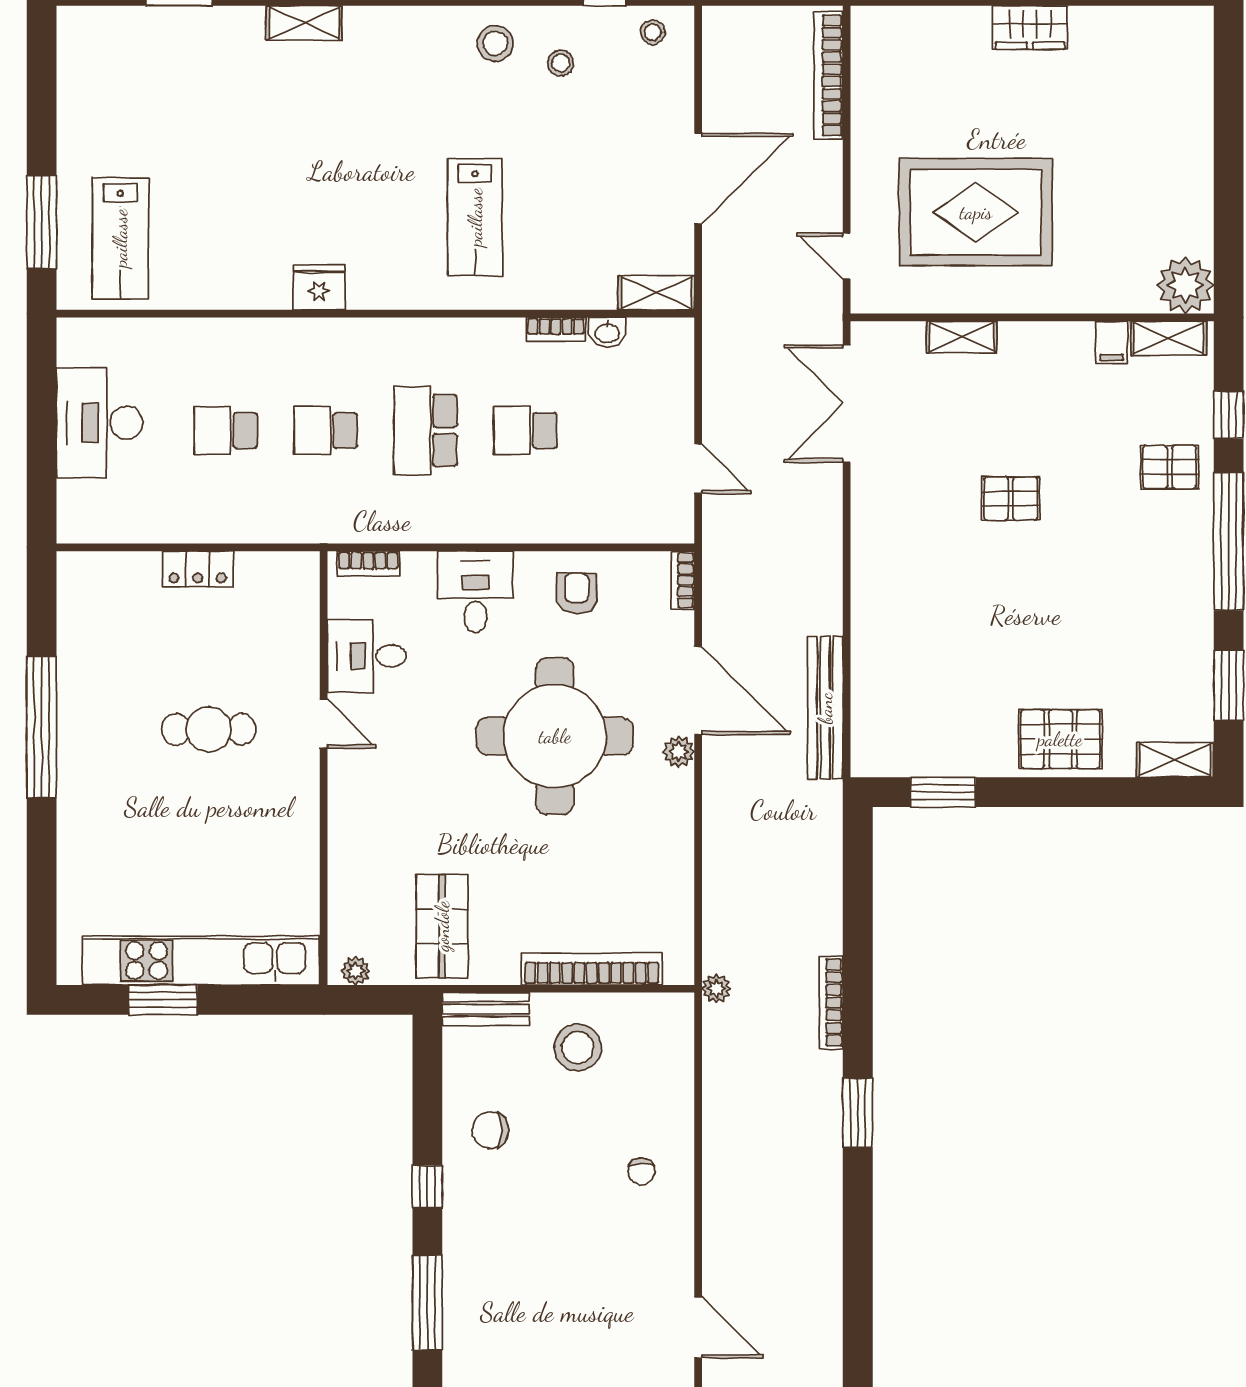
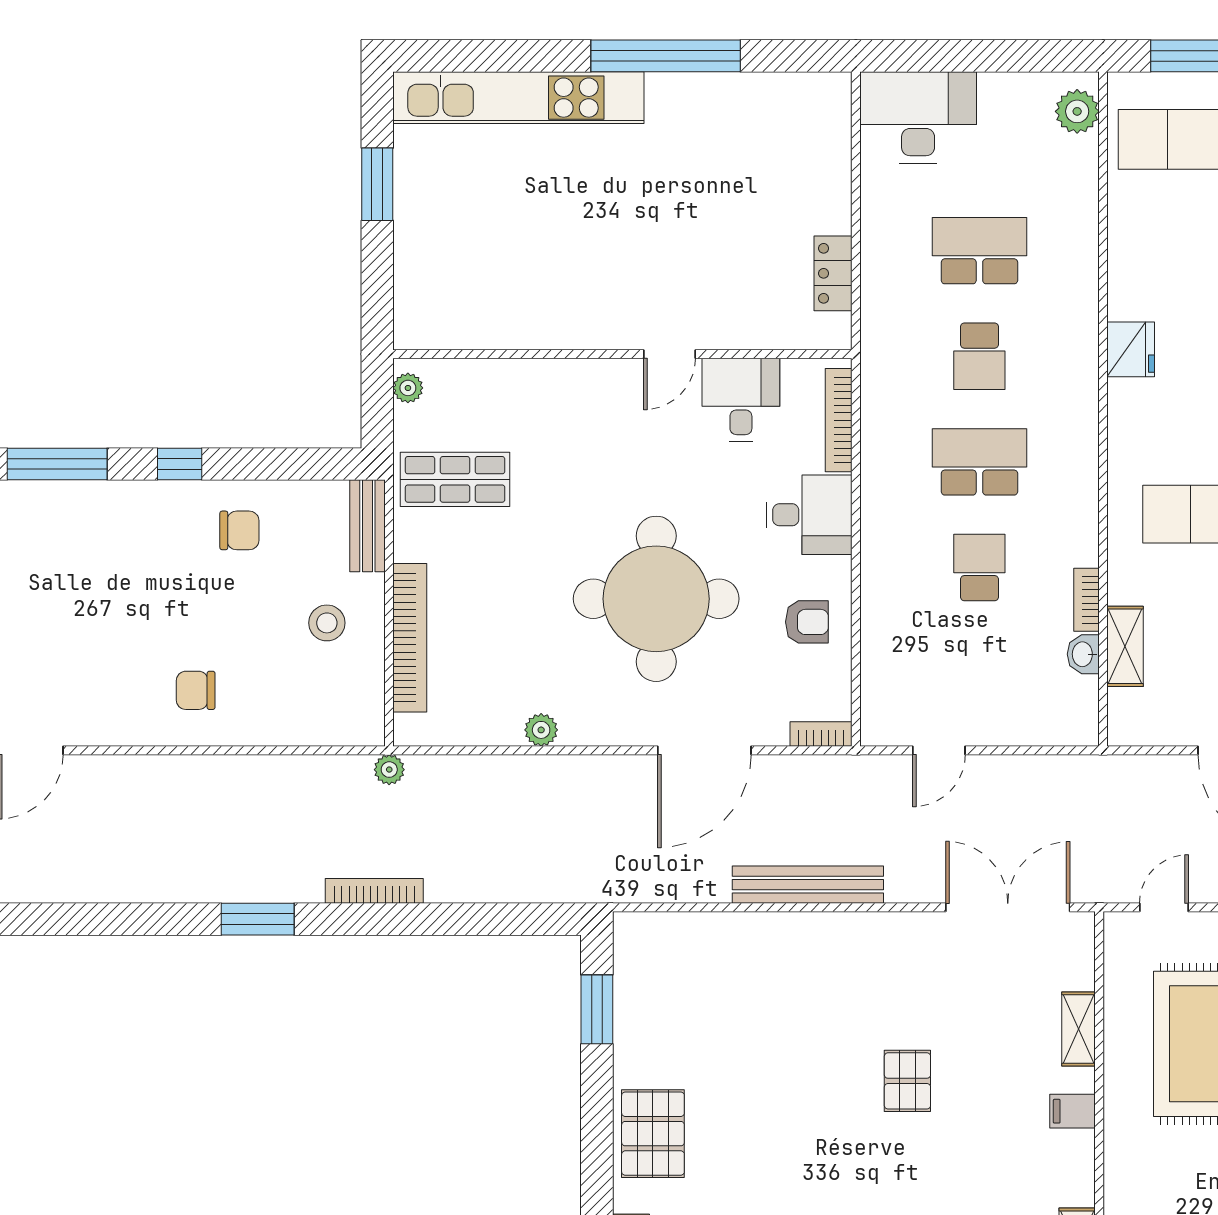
shelving: (656, 293) -> (1125, 646), moved
plant: (94, 338) -> (1077, 111), added
filing cabinet: (1112, 342) -> (1073, 1111), moved
desk: (100, 423) -> (918, 117), moved
school desk: (226, 430) -> (979, 251), width x1.85
school desk: (326, 430) -> (979, 356), turned 180
bookcase: (368, 564) -> (839, 420), width x1.56
locker: (198, 569) -> (833, 273), moved
bench: (825, 708) -> (808, 885), moved
cafe table: (209, 729) -> (663, 233), removed
plant: (679, 752) -> (541, 730), moved
kitchen unit: (201, 960) -> (518, 98), moved, turned 90
stool: (578, 1047) -> (327, 623), width x0.73, depth x0.73
chair: (490, 1130) -> (239, 530), turned 90
chair: (641, 1171) -> (196, 690), width x1.37, depth x1.37

